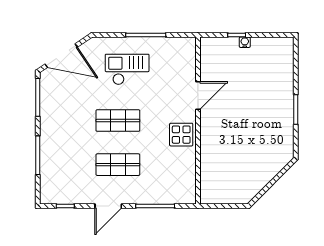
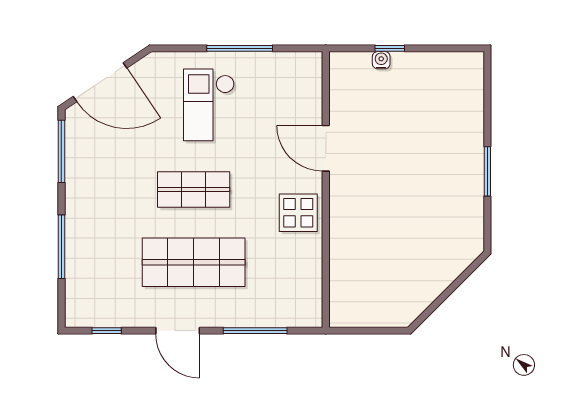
water cooler: (245, 42) -> (381, 60), moved
checkout: (127, 69) -> (209, 105), turned -90
door: (198, 96) -> (326, 148), swing flipped
shop shelf: (118, 165) -> (194, 262), width x1.43, depth x1.36
door: (108, 206) -> (178, 331), hinge flipped

